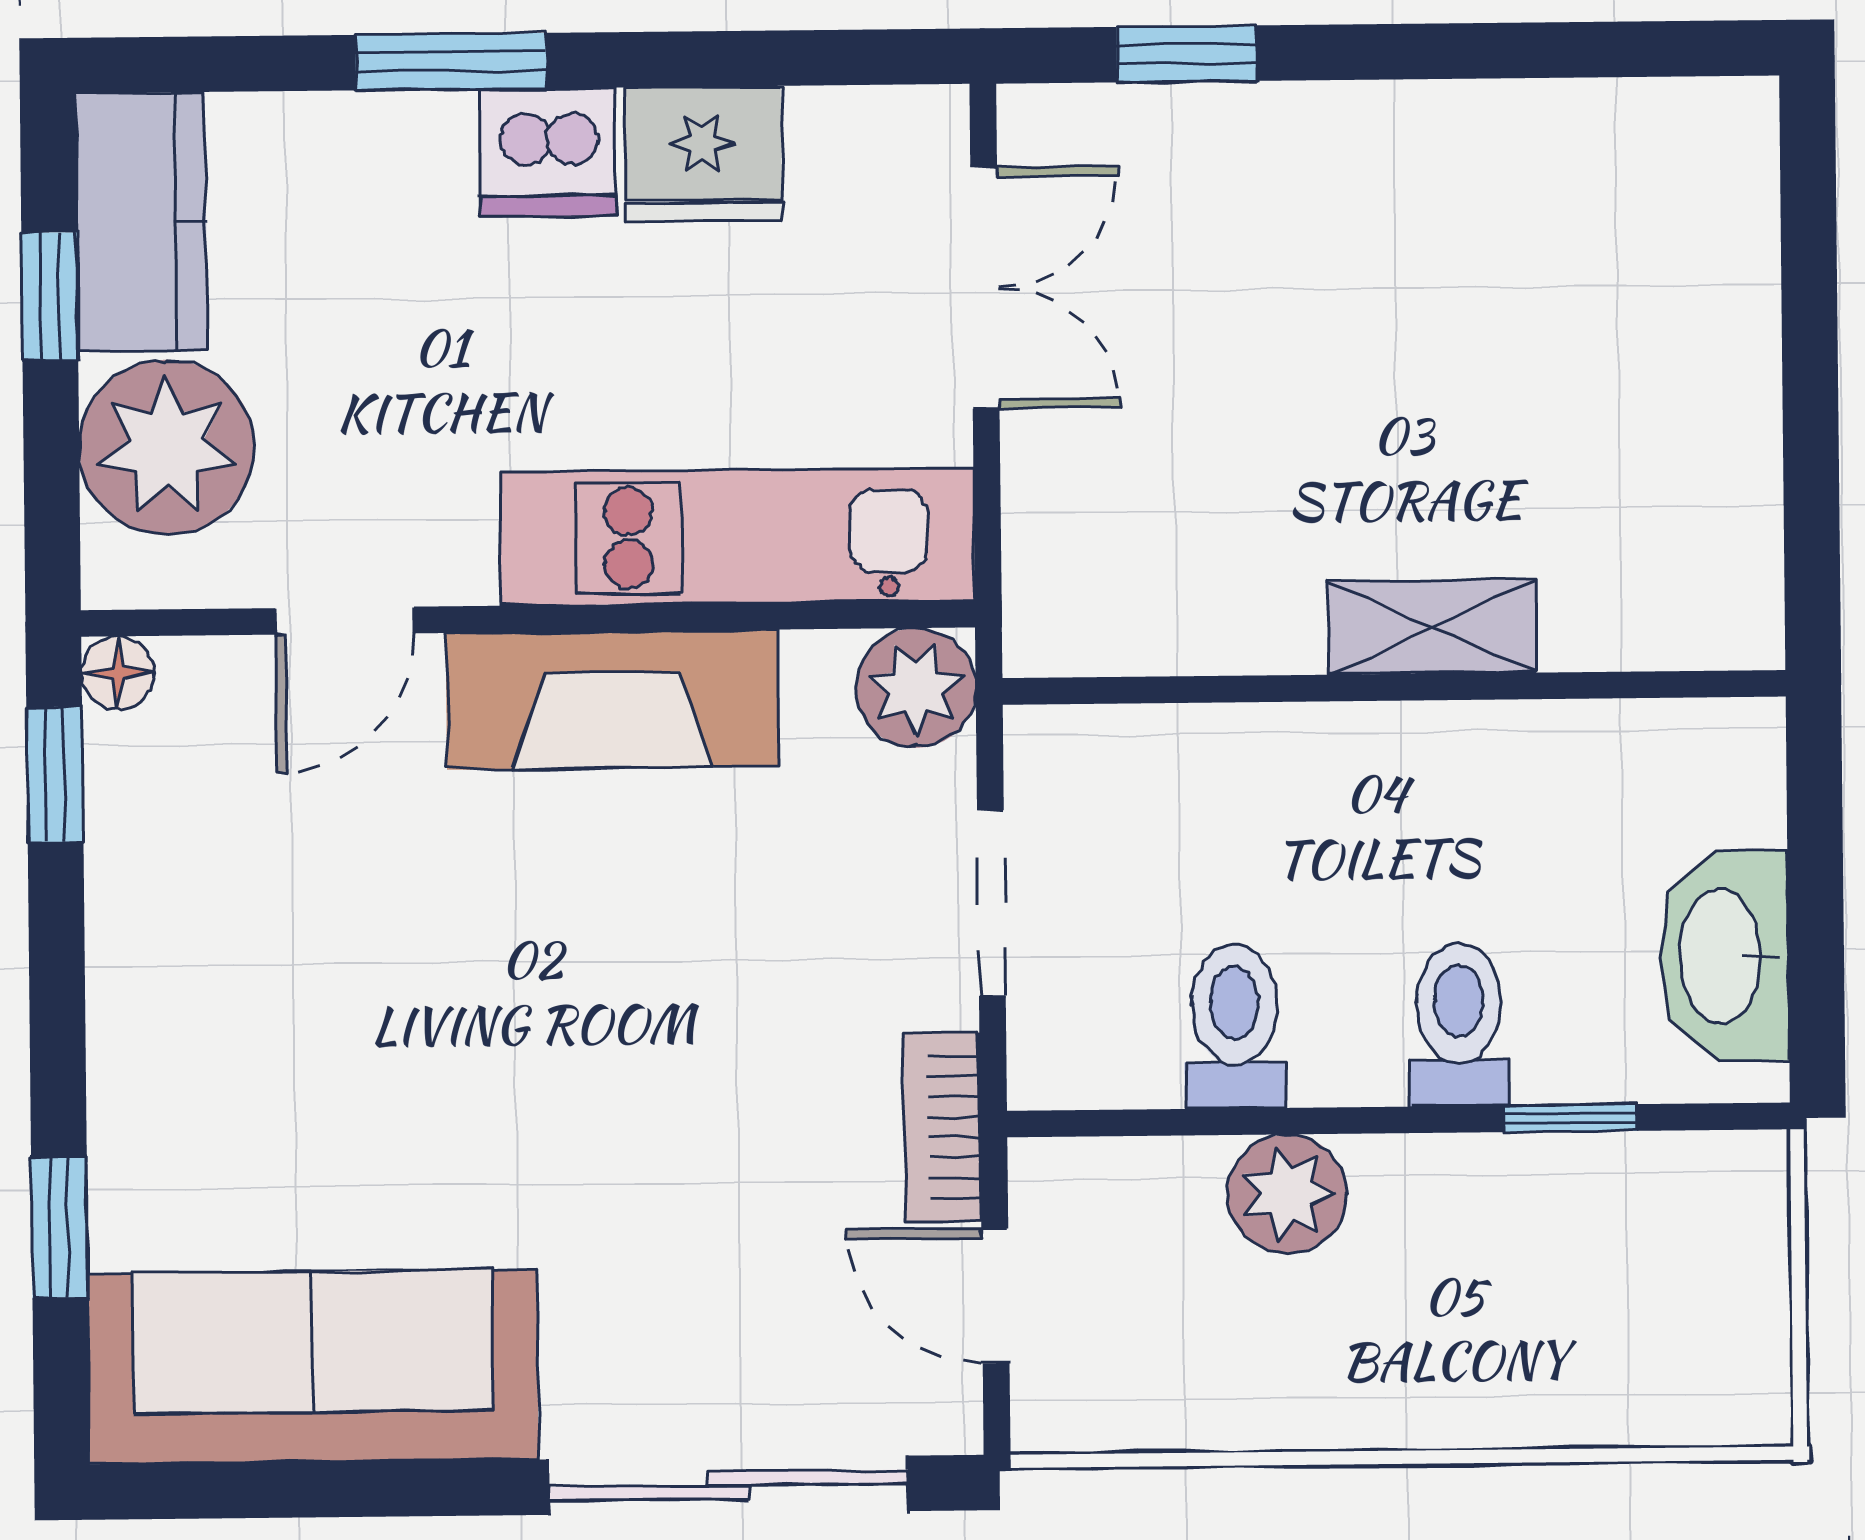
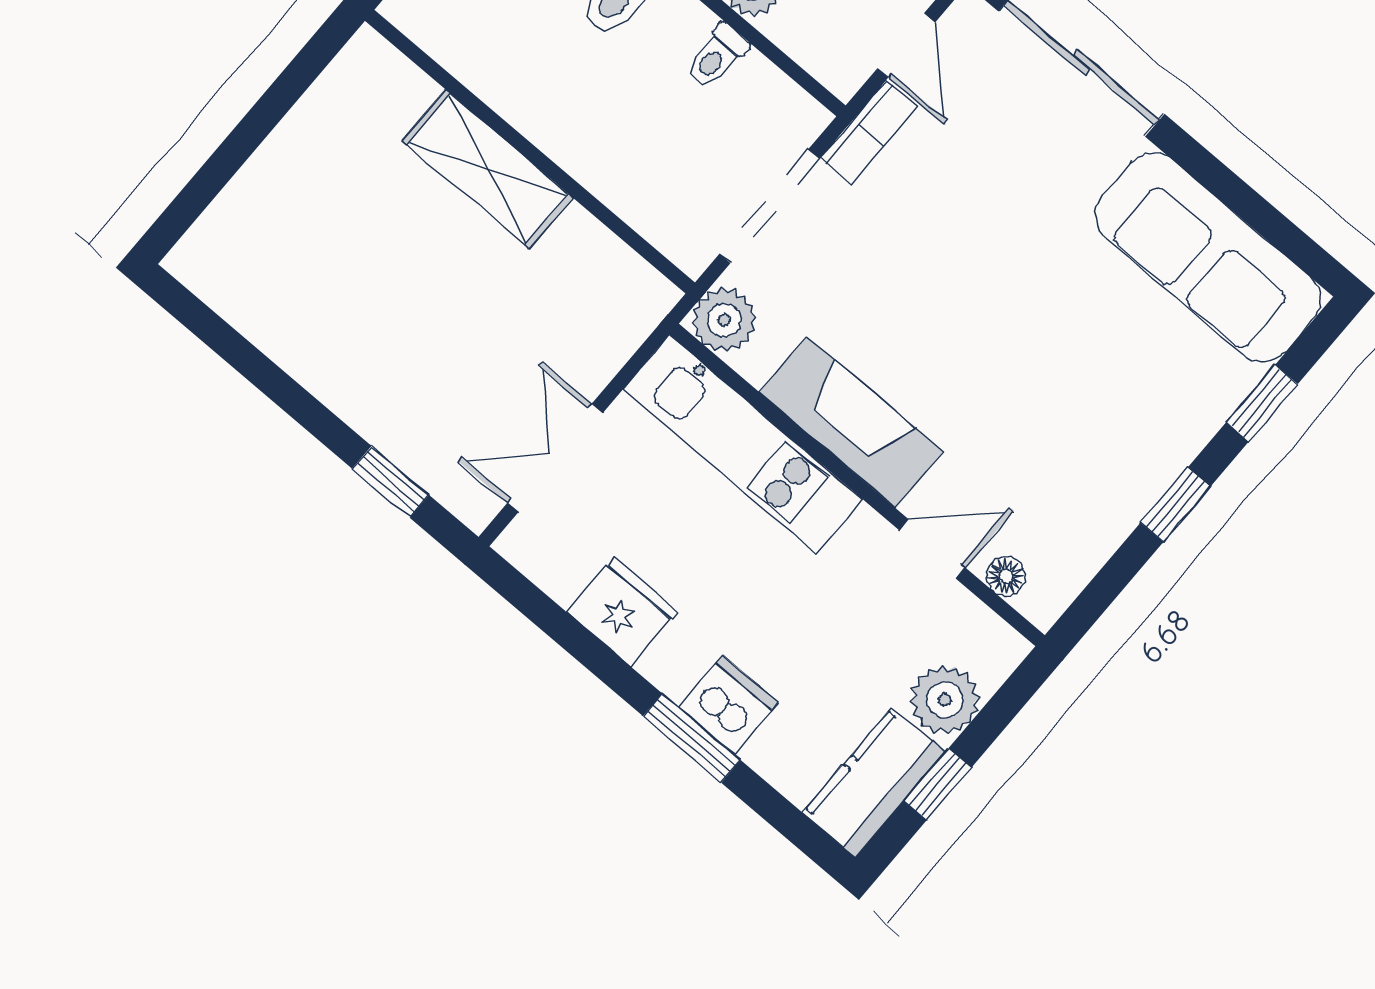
dishwasher: (548, 152) -> (728, 705), moved
plant: (167, 447) -> (945, 700), width x0.73, depth x0.73
shelving: (1432, 627) -> (488, 169), width x1.50, depth x1.33
floor lamp: (118, 673) -> (1006, 576), moved
window: (55, 775) -> (1176, 505), moved
doorway: (991, 903) -> (769, 206), width x1.38
toilet: (1234, 1026) -> (716, 56), width x0.73, depth x0.72

